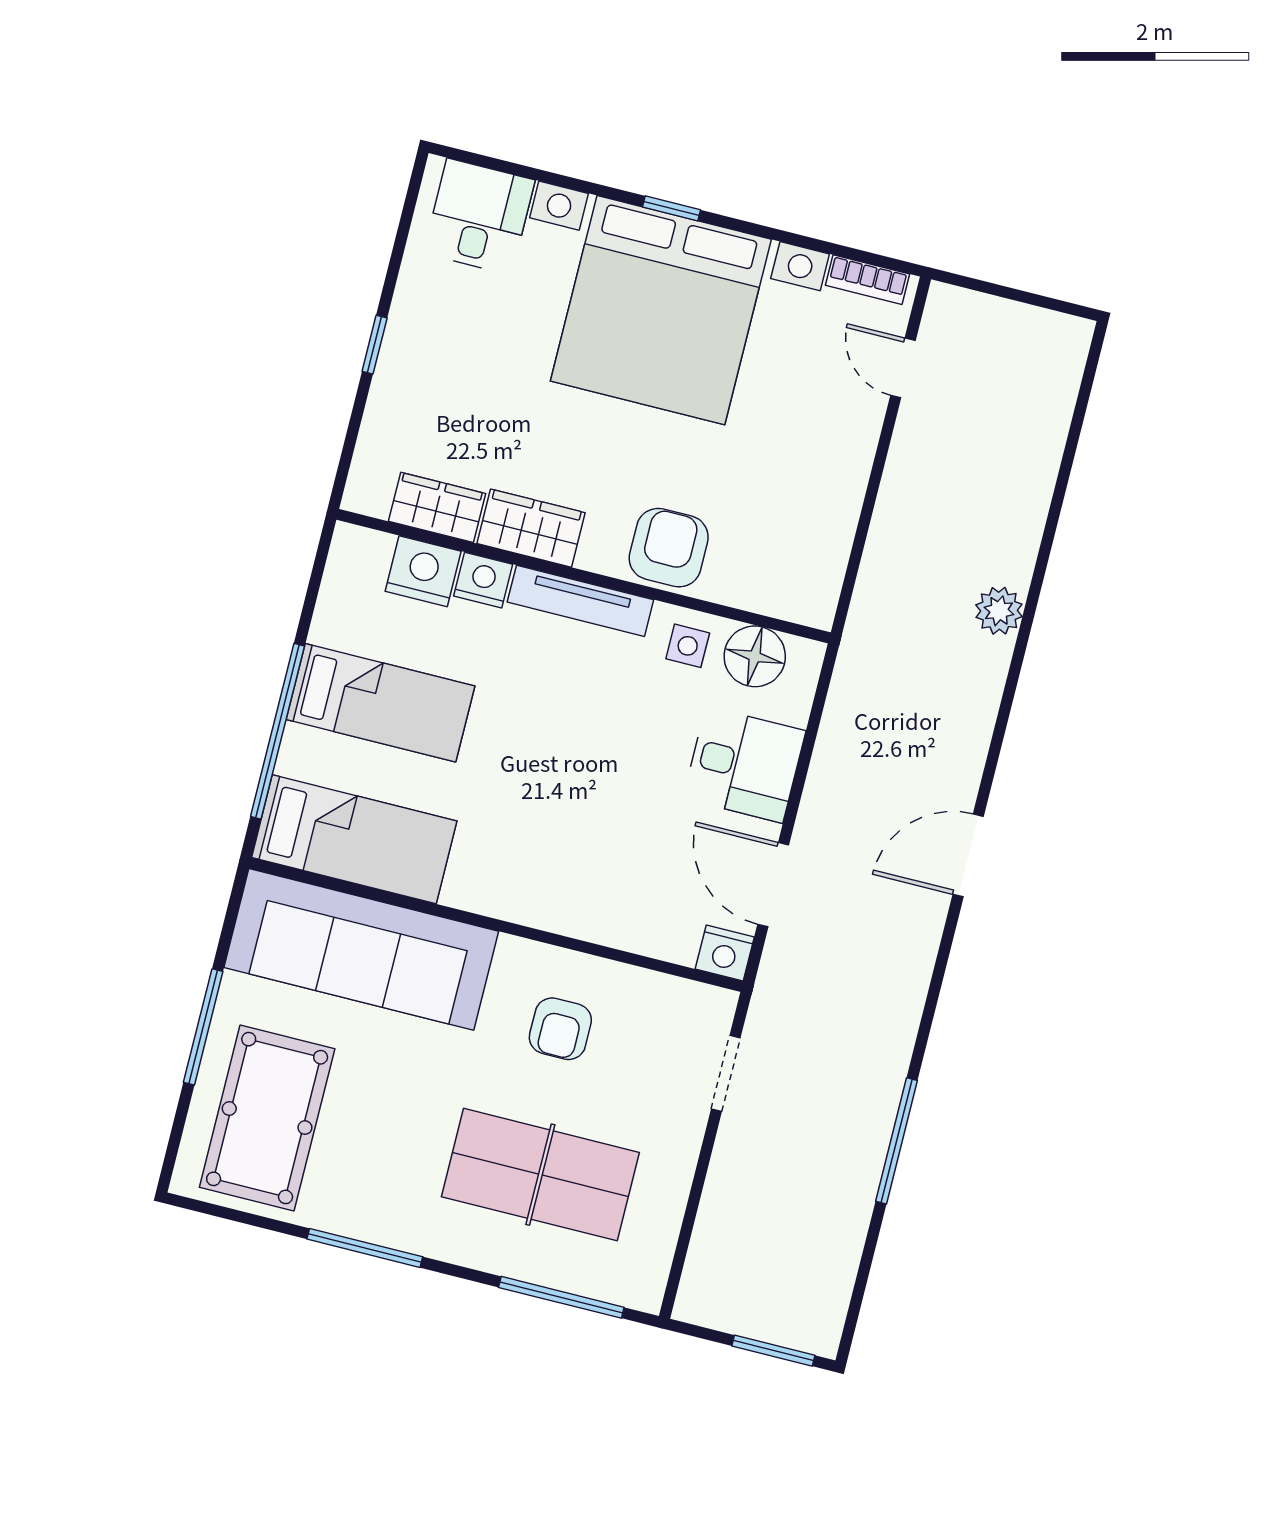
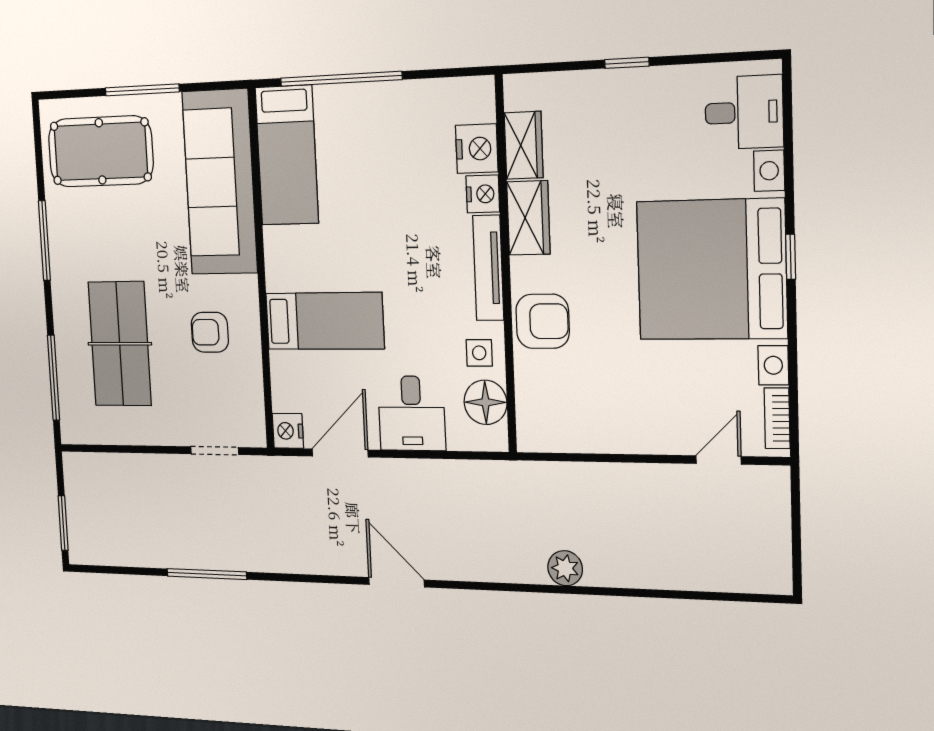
bed: (380, 703) -> (325, 321), moved, turned -90

